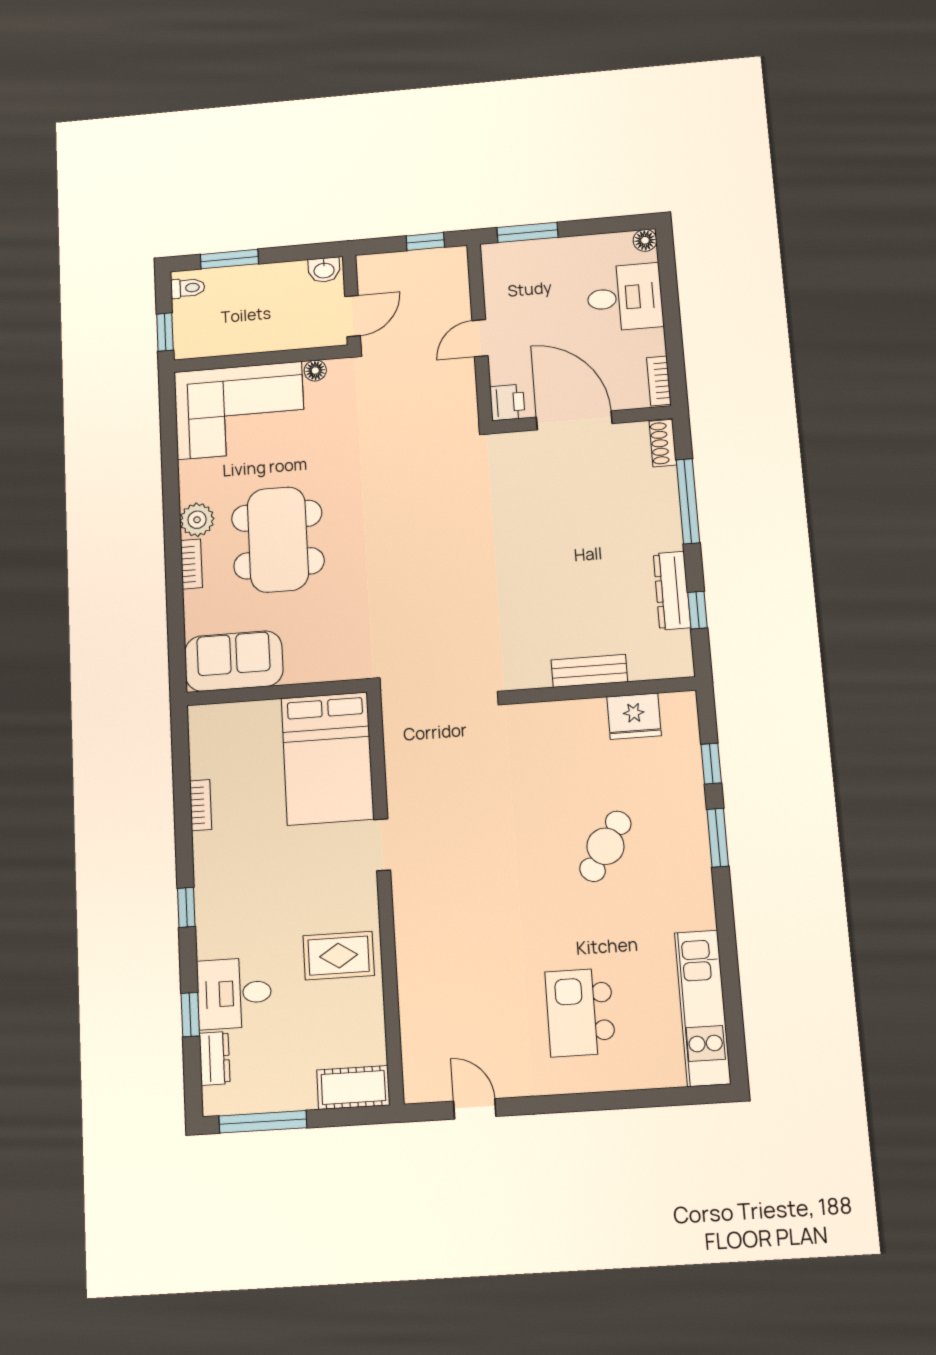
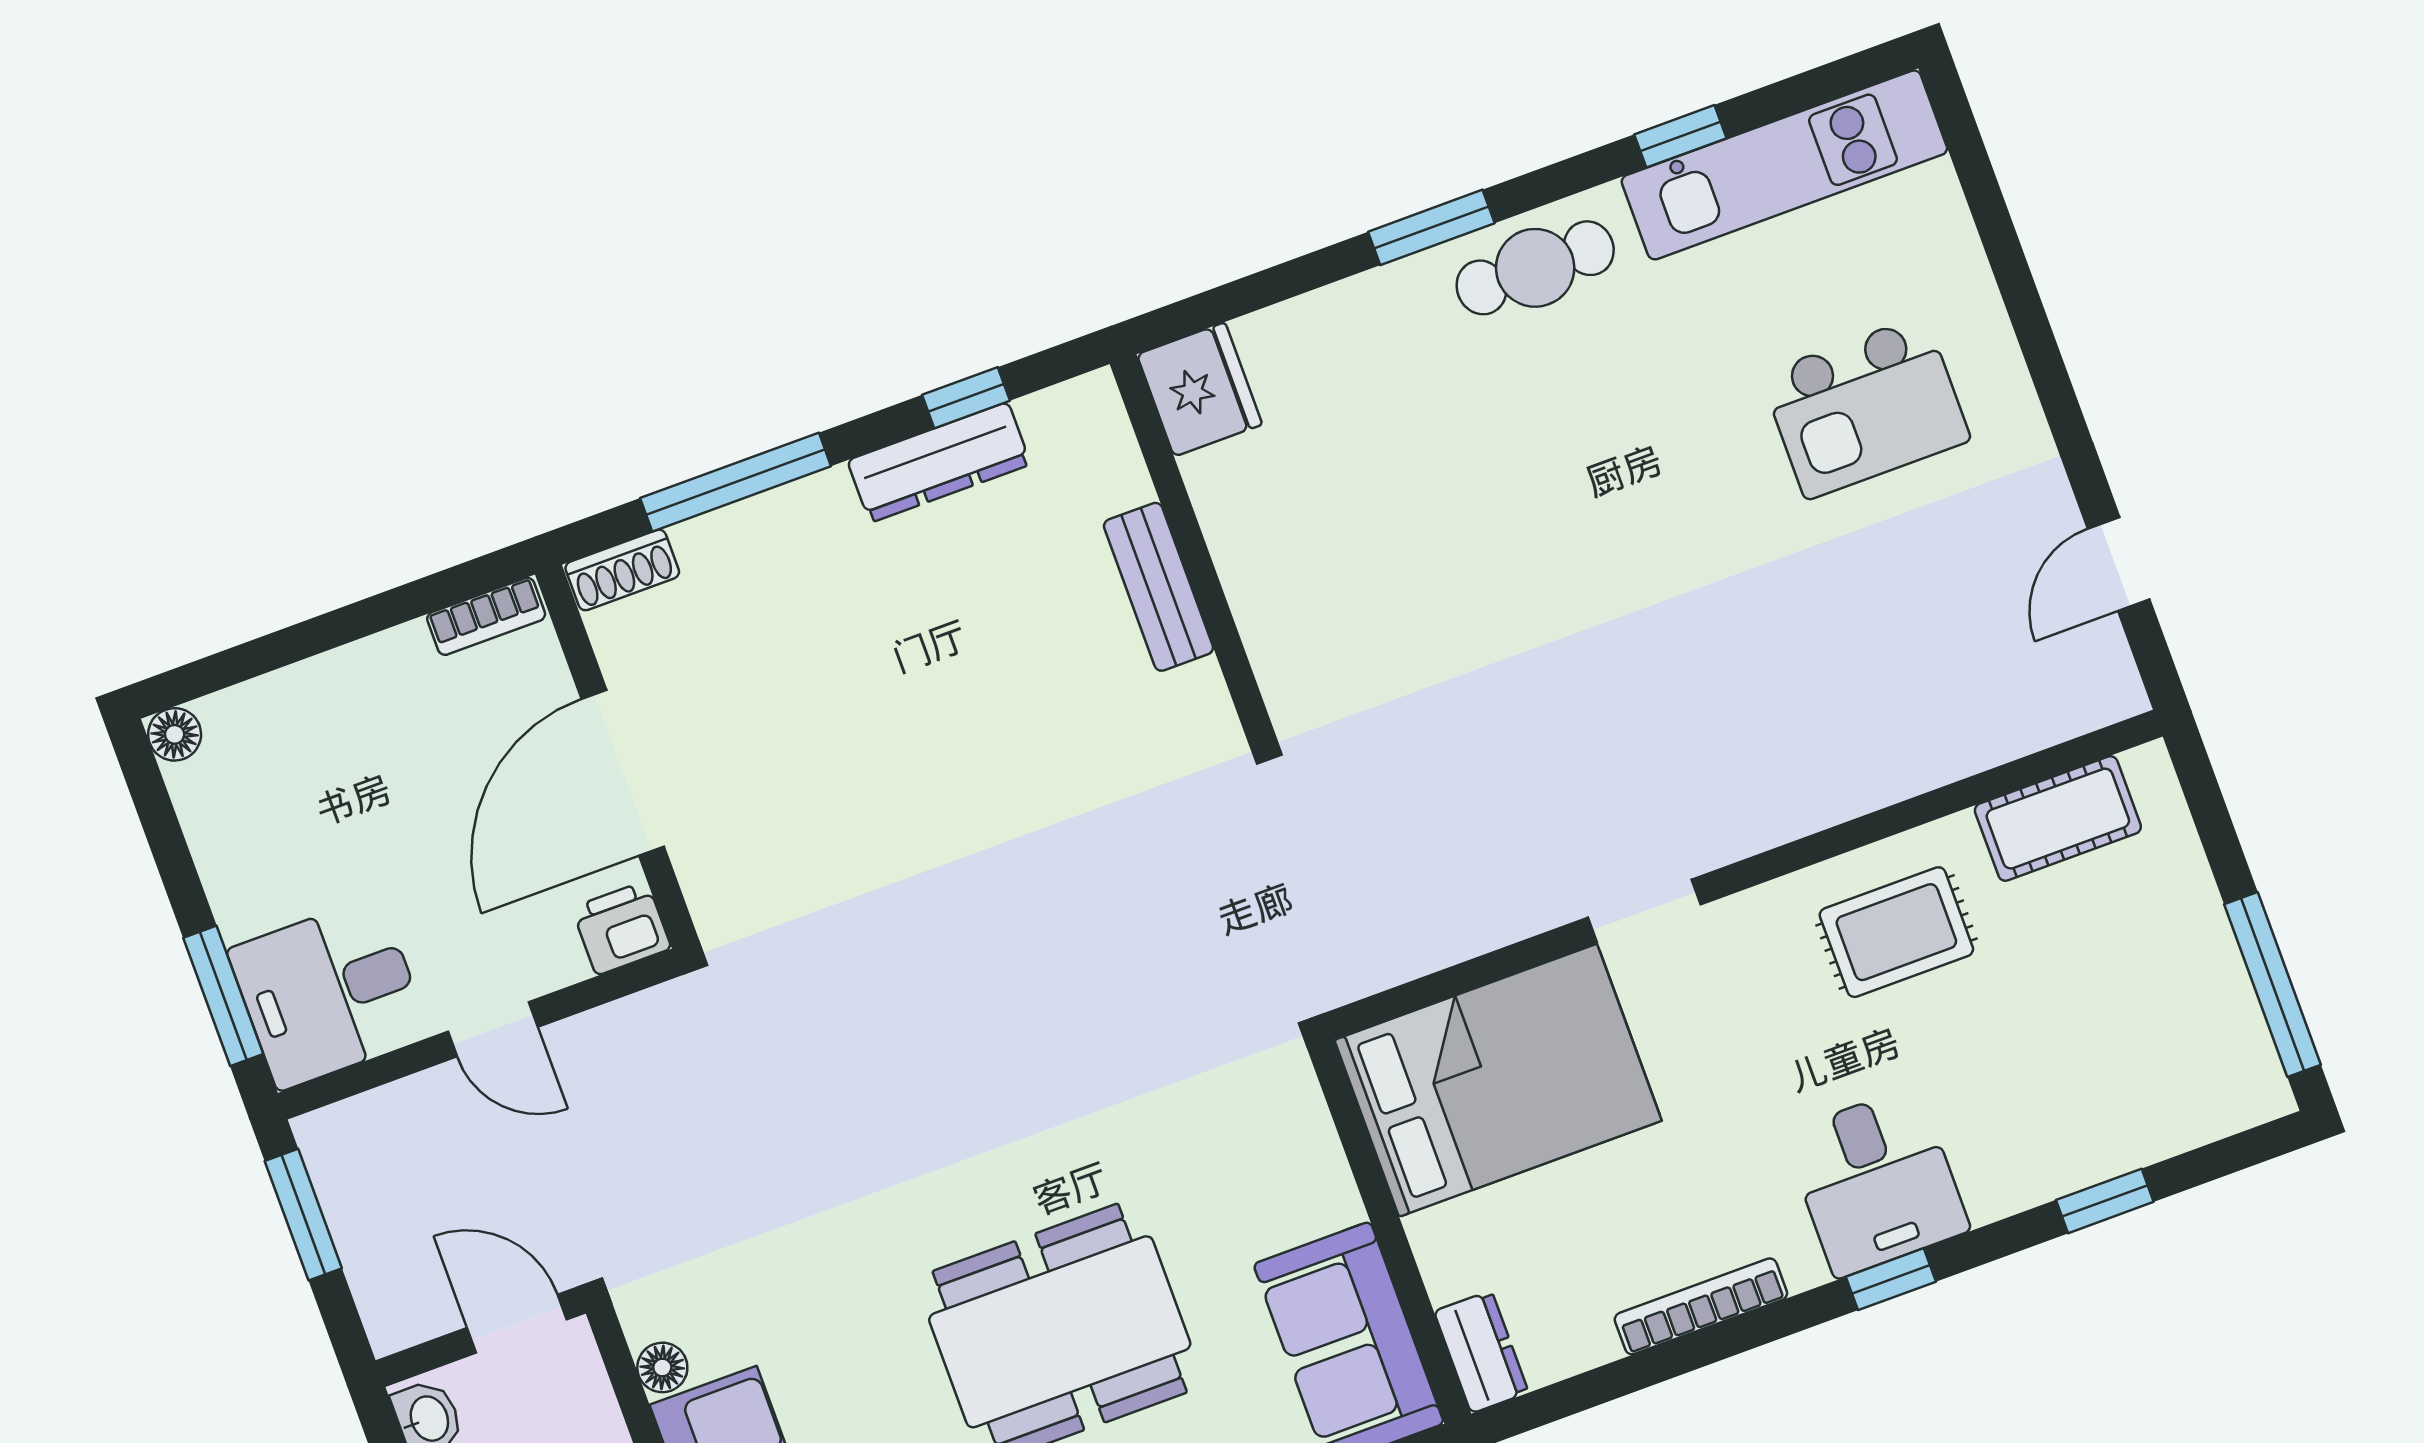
window: (425, 241) -> (303, 1215), width x1.50
desk: (625, 297) -> (329, 993), moved, turned -90
fridge: (634, 716) -> (1199, 390), moved
window: (711, 764) -> (1680, 136), moved
bookcase: (201, 805) -> (1701, 1306), width x1.56
cafe table: (605, 846) -> (1535, 268), moved, turned -33
rug: (339, 956) -> (1896, 932), turned 90
desk: (234, 993) -> (1877, 1182), moved
dresser: (215, 1058) -> (1481, 1352), moved, turned 90
cot: (353, 1088) -> (2058, 819), moved, turned 90

